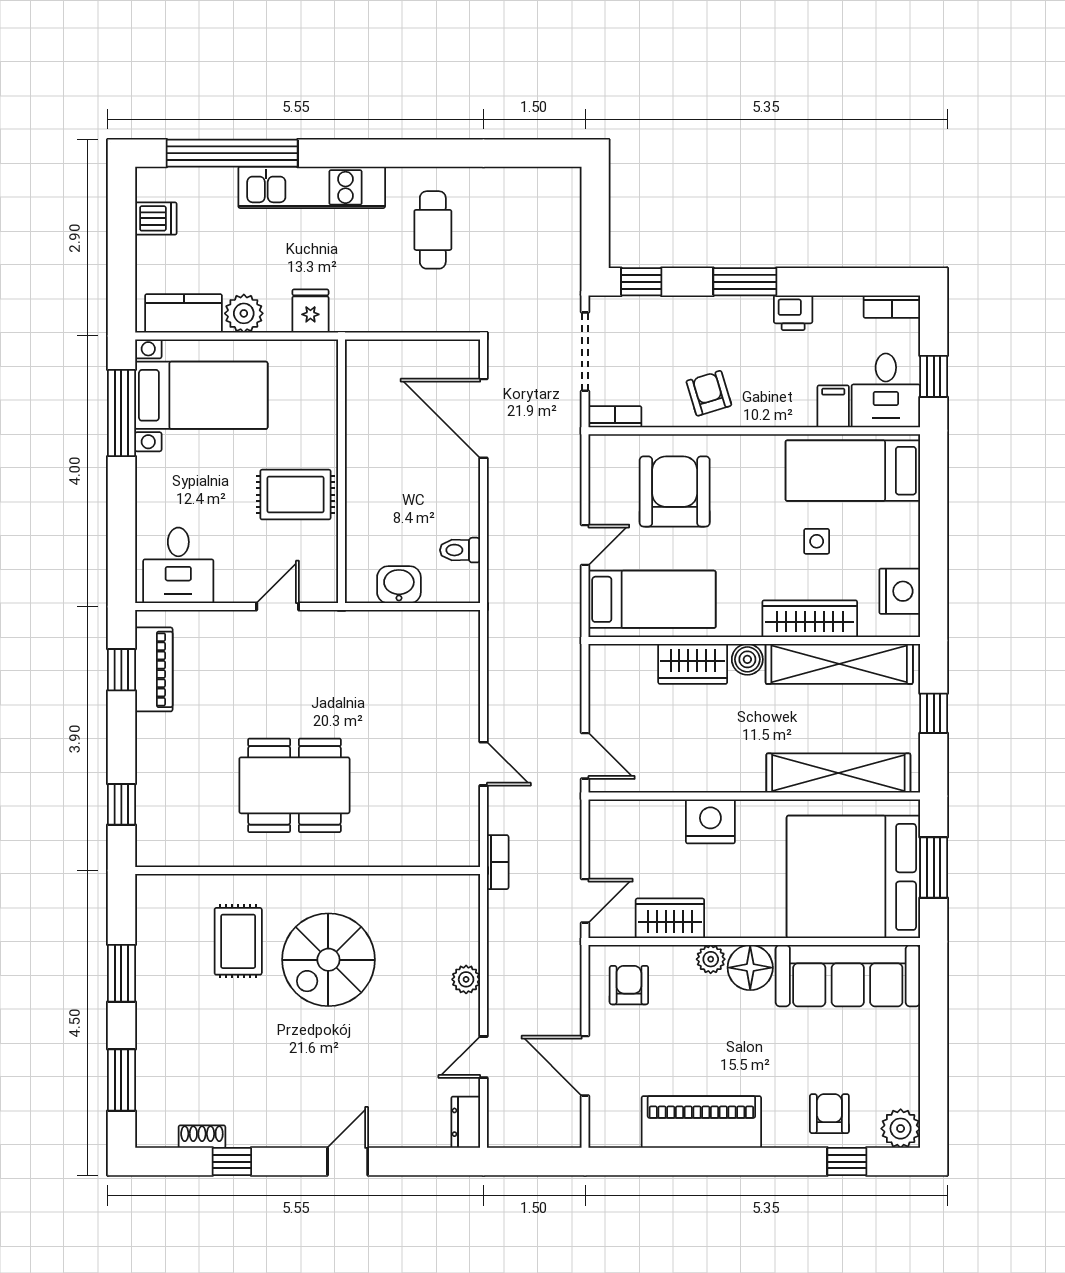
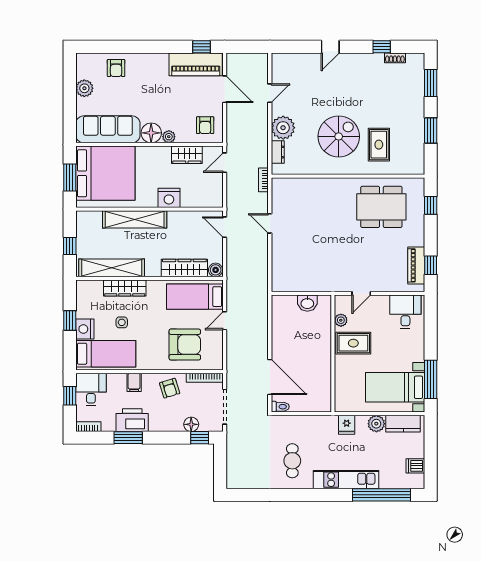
window: (745, 282) -> (128, 438), moved
floor lamp: (660, 312) -> (191, 424), added
printer: (793, 313) -> (132, 420), width x1.87, depth x1.48
filing cabinet: (833, 406) -> (134, 382), moved
bookcase: (615, 417) -> (205, 378), width x1.56
armchair: (675, 491) -> (185, 345), turned -90
plant: (324, 546) -> (341, 320), added
window: (934, 546) -> (70, 321), added
toilet: (460, 550) -> (280, 407), moved
nightstand: (900, 591) -> (85, 329), moved
boiler: (747, 659) -> (216, 270), moved
wardrobe: (693, 664) -> (184, 268), width x1.50
shelving: (838, 773) -> (135, 219), moved
dining table: (294, 785) -> (381, 207), moved
plant: (466, 979) -> (283, 128), width x1.87, depth x1.87
dresser: (466, 1122) -> (278, 152), moved
piano: (701, 1122) -> (196, 64), moved
plant: (901, 1129) -> (84, 88), moved
window: (847, 1162) -> (202, 47), moved

